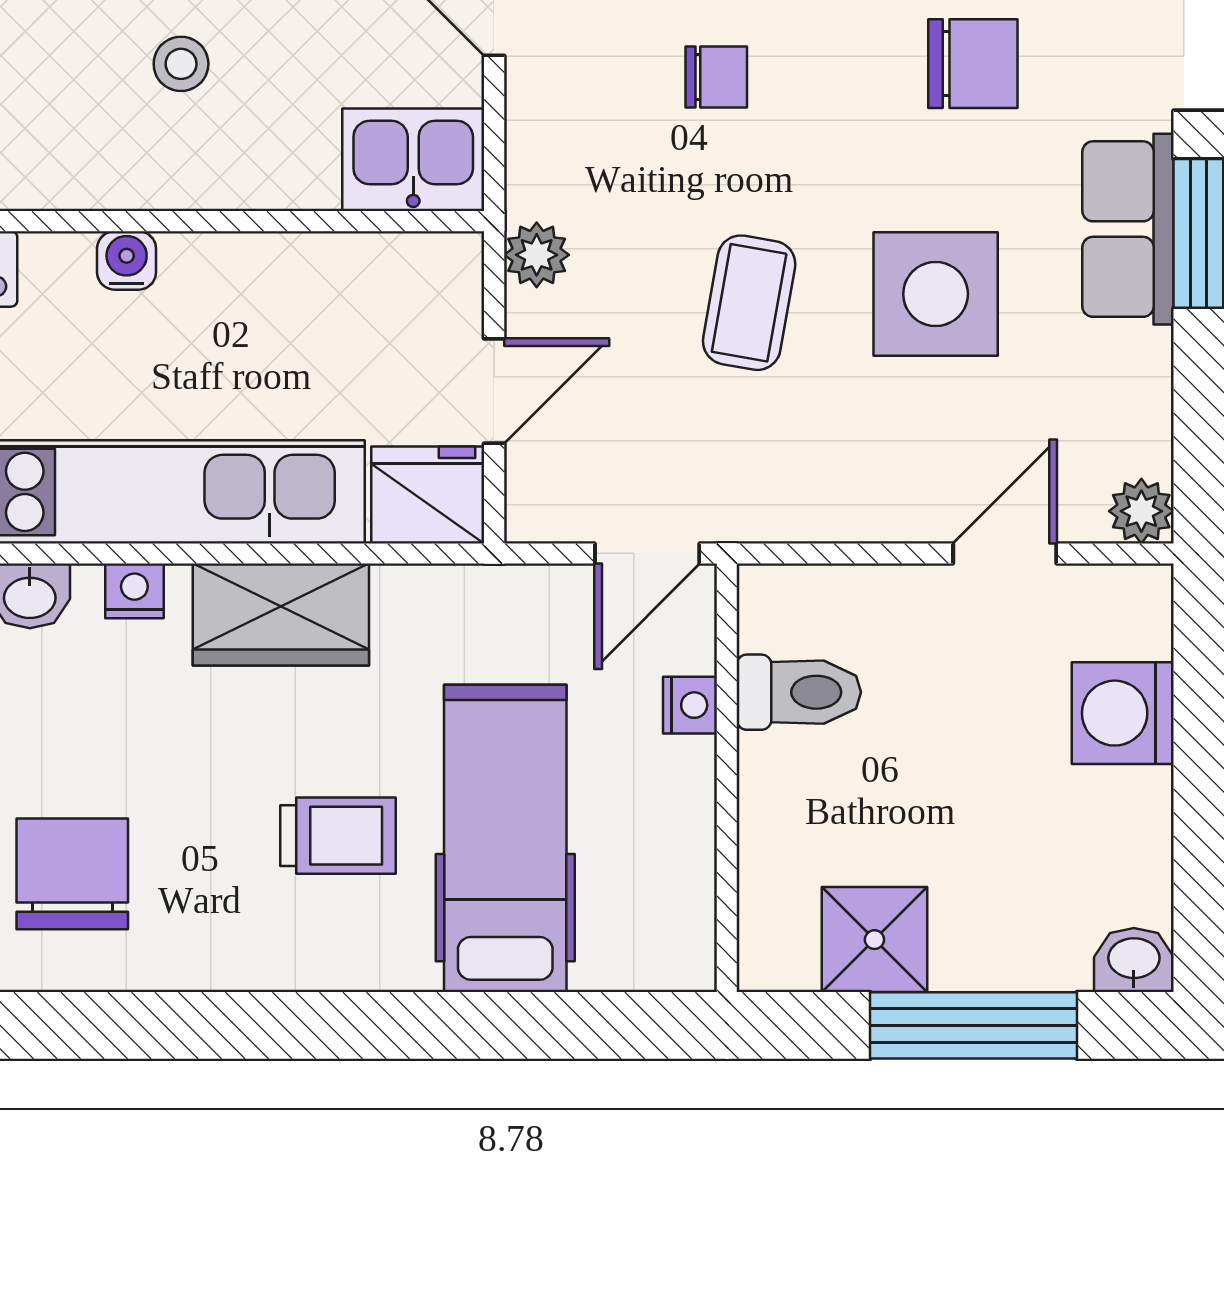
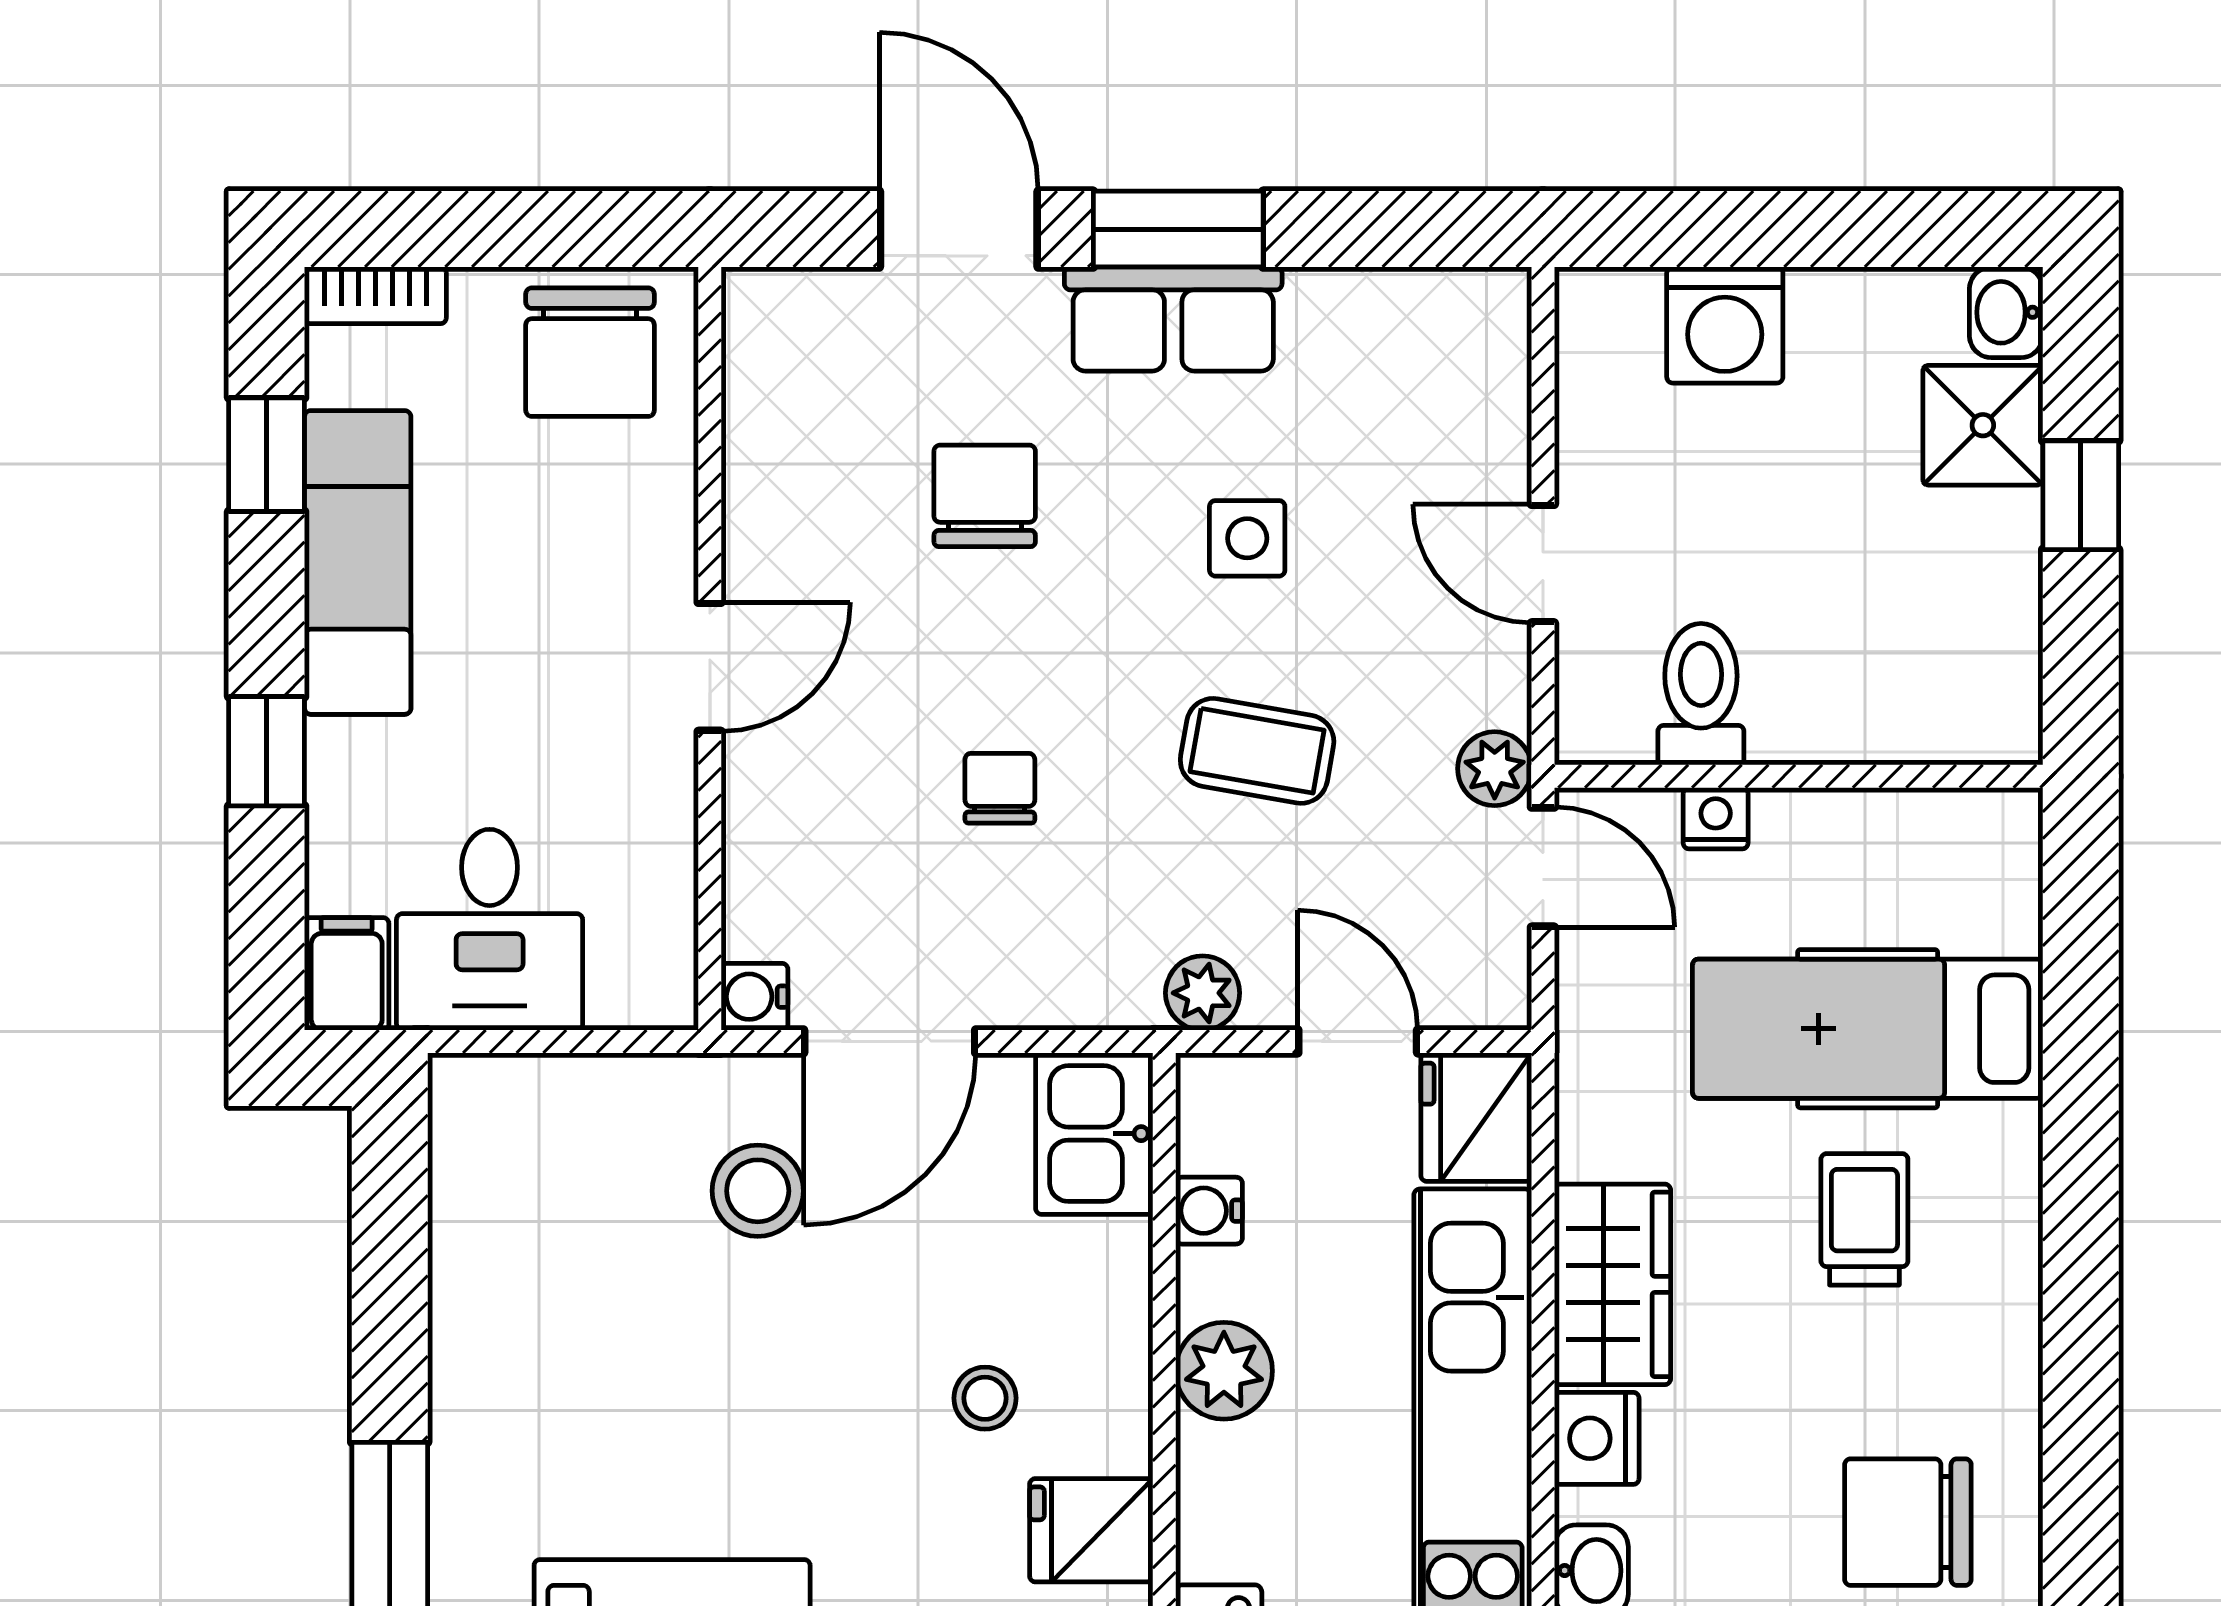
fridge: (65, 157) -> (1091, 1530), added
water cooler: (127, 260) -> (1209, 1211), moved
plant: (205, 274) -> (1224, 1371), added
side table: (936, 294) -> (1247, 538), width x0.54, depth x0.54
plant: (1141, 511) -> (1495, 769), moved
door: (1005, 553) -> (1543, 564), moved
nightstand: (134, 591) -> (1597, 1438), width x1.39, depth x1.35
shower: (874, 940) -> (1983, 425), moved
window: (973, 1025) -> (2081, 495), width x0.46

